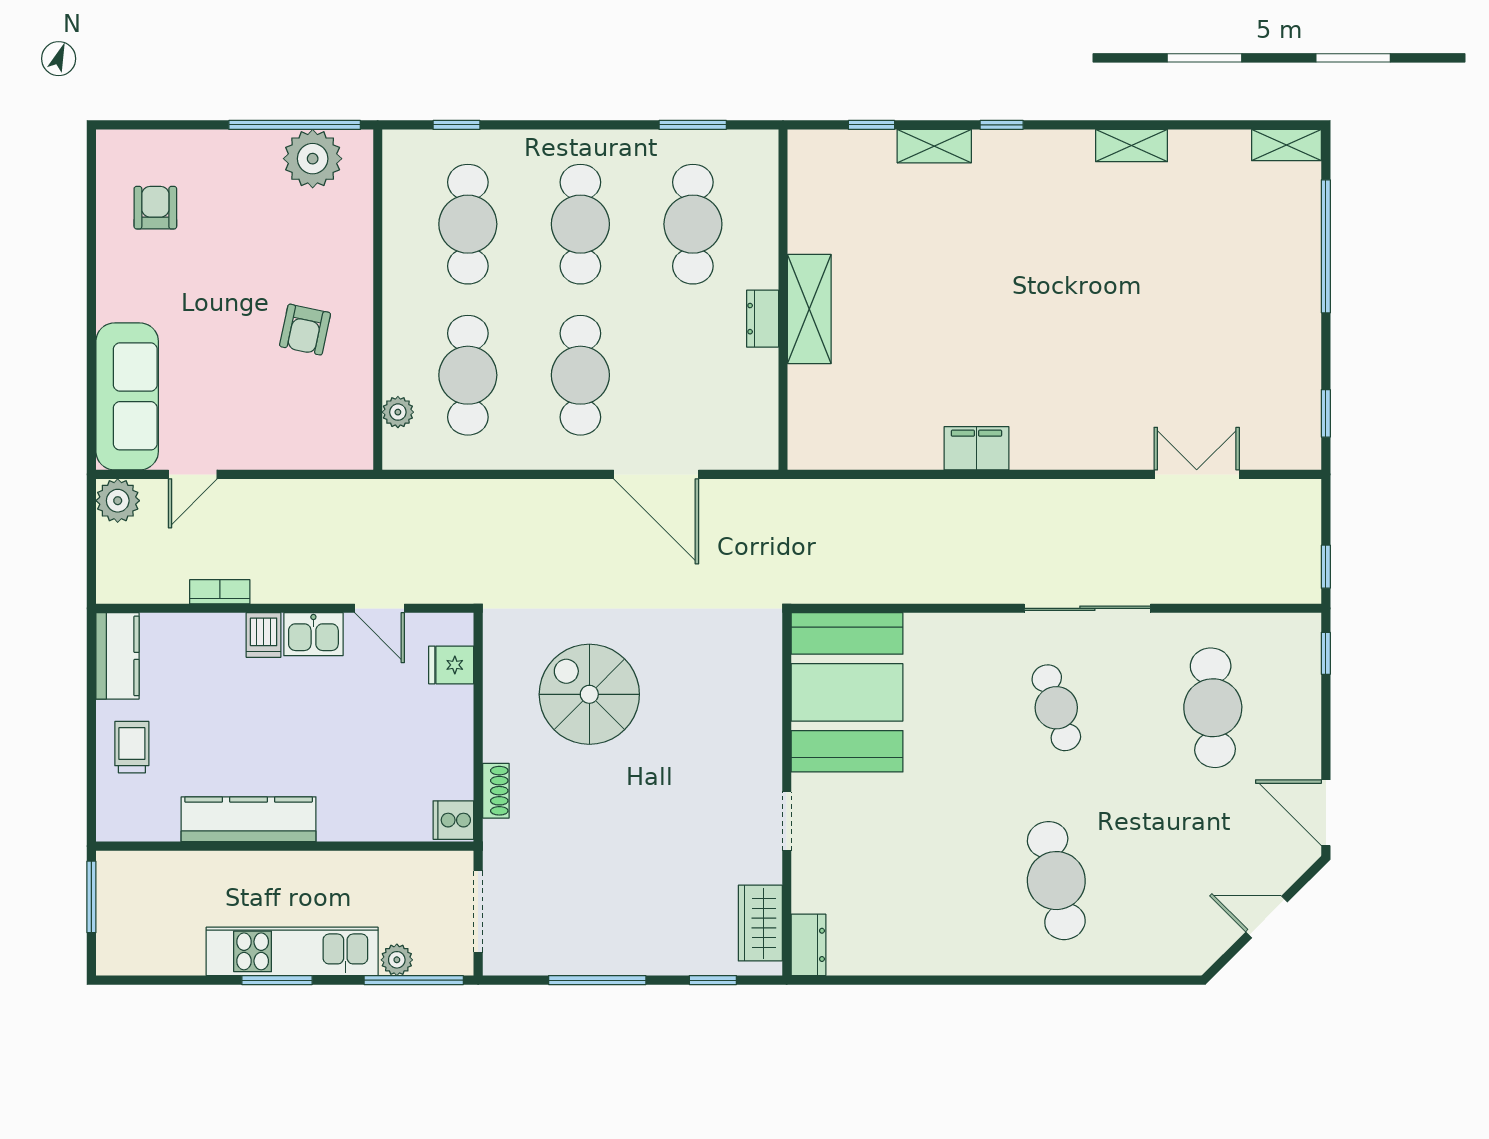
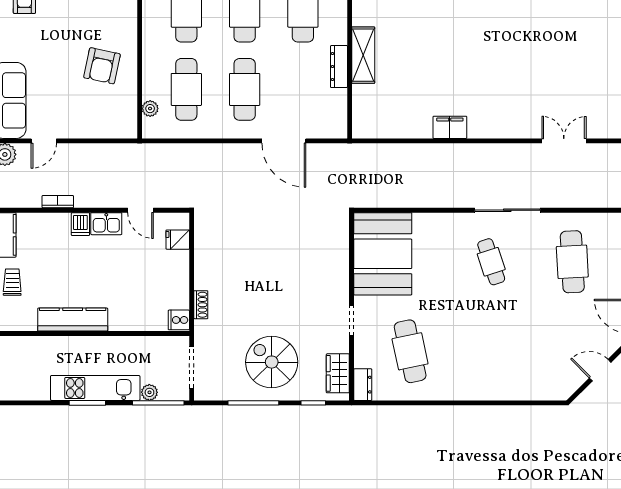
dresser: (763, 319) -> (339, 67), width x1.44
armchair: (305, 330) -> (102, 66), width x1.38, depth x1.38
spiral stairs: (589, 694) -> (272, 362), moved
cafe table: (1056, 881) -> (410, 351), moved

